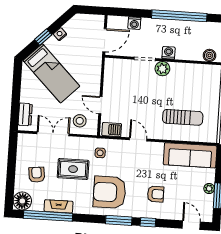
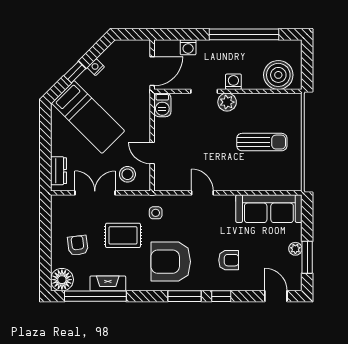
boiler: (209, 55) -> (278, 75), width x1.86, depth x1.86
sun lounger: (183, 117) -> (262, 142), moved
barbecue: (112, 130) -> (162, 105), moved, turned 90

